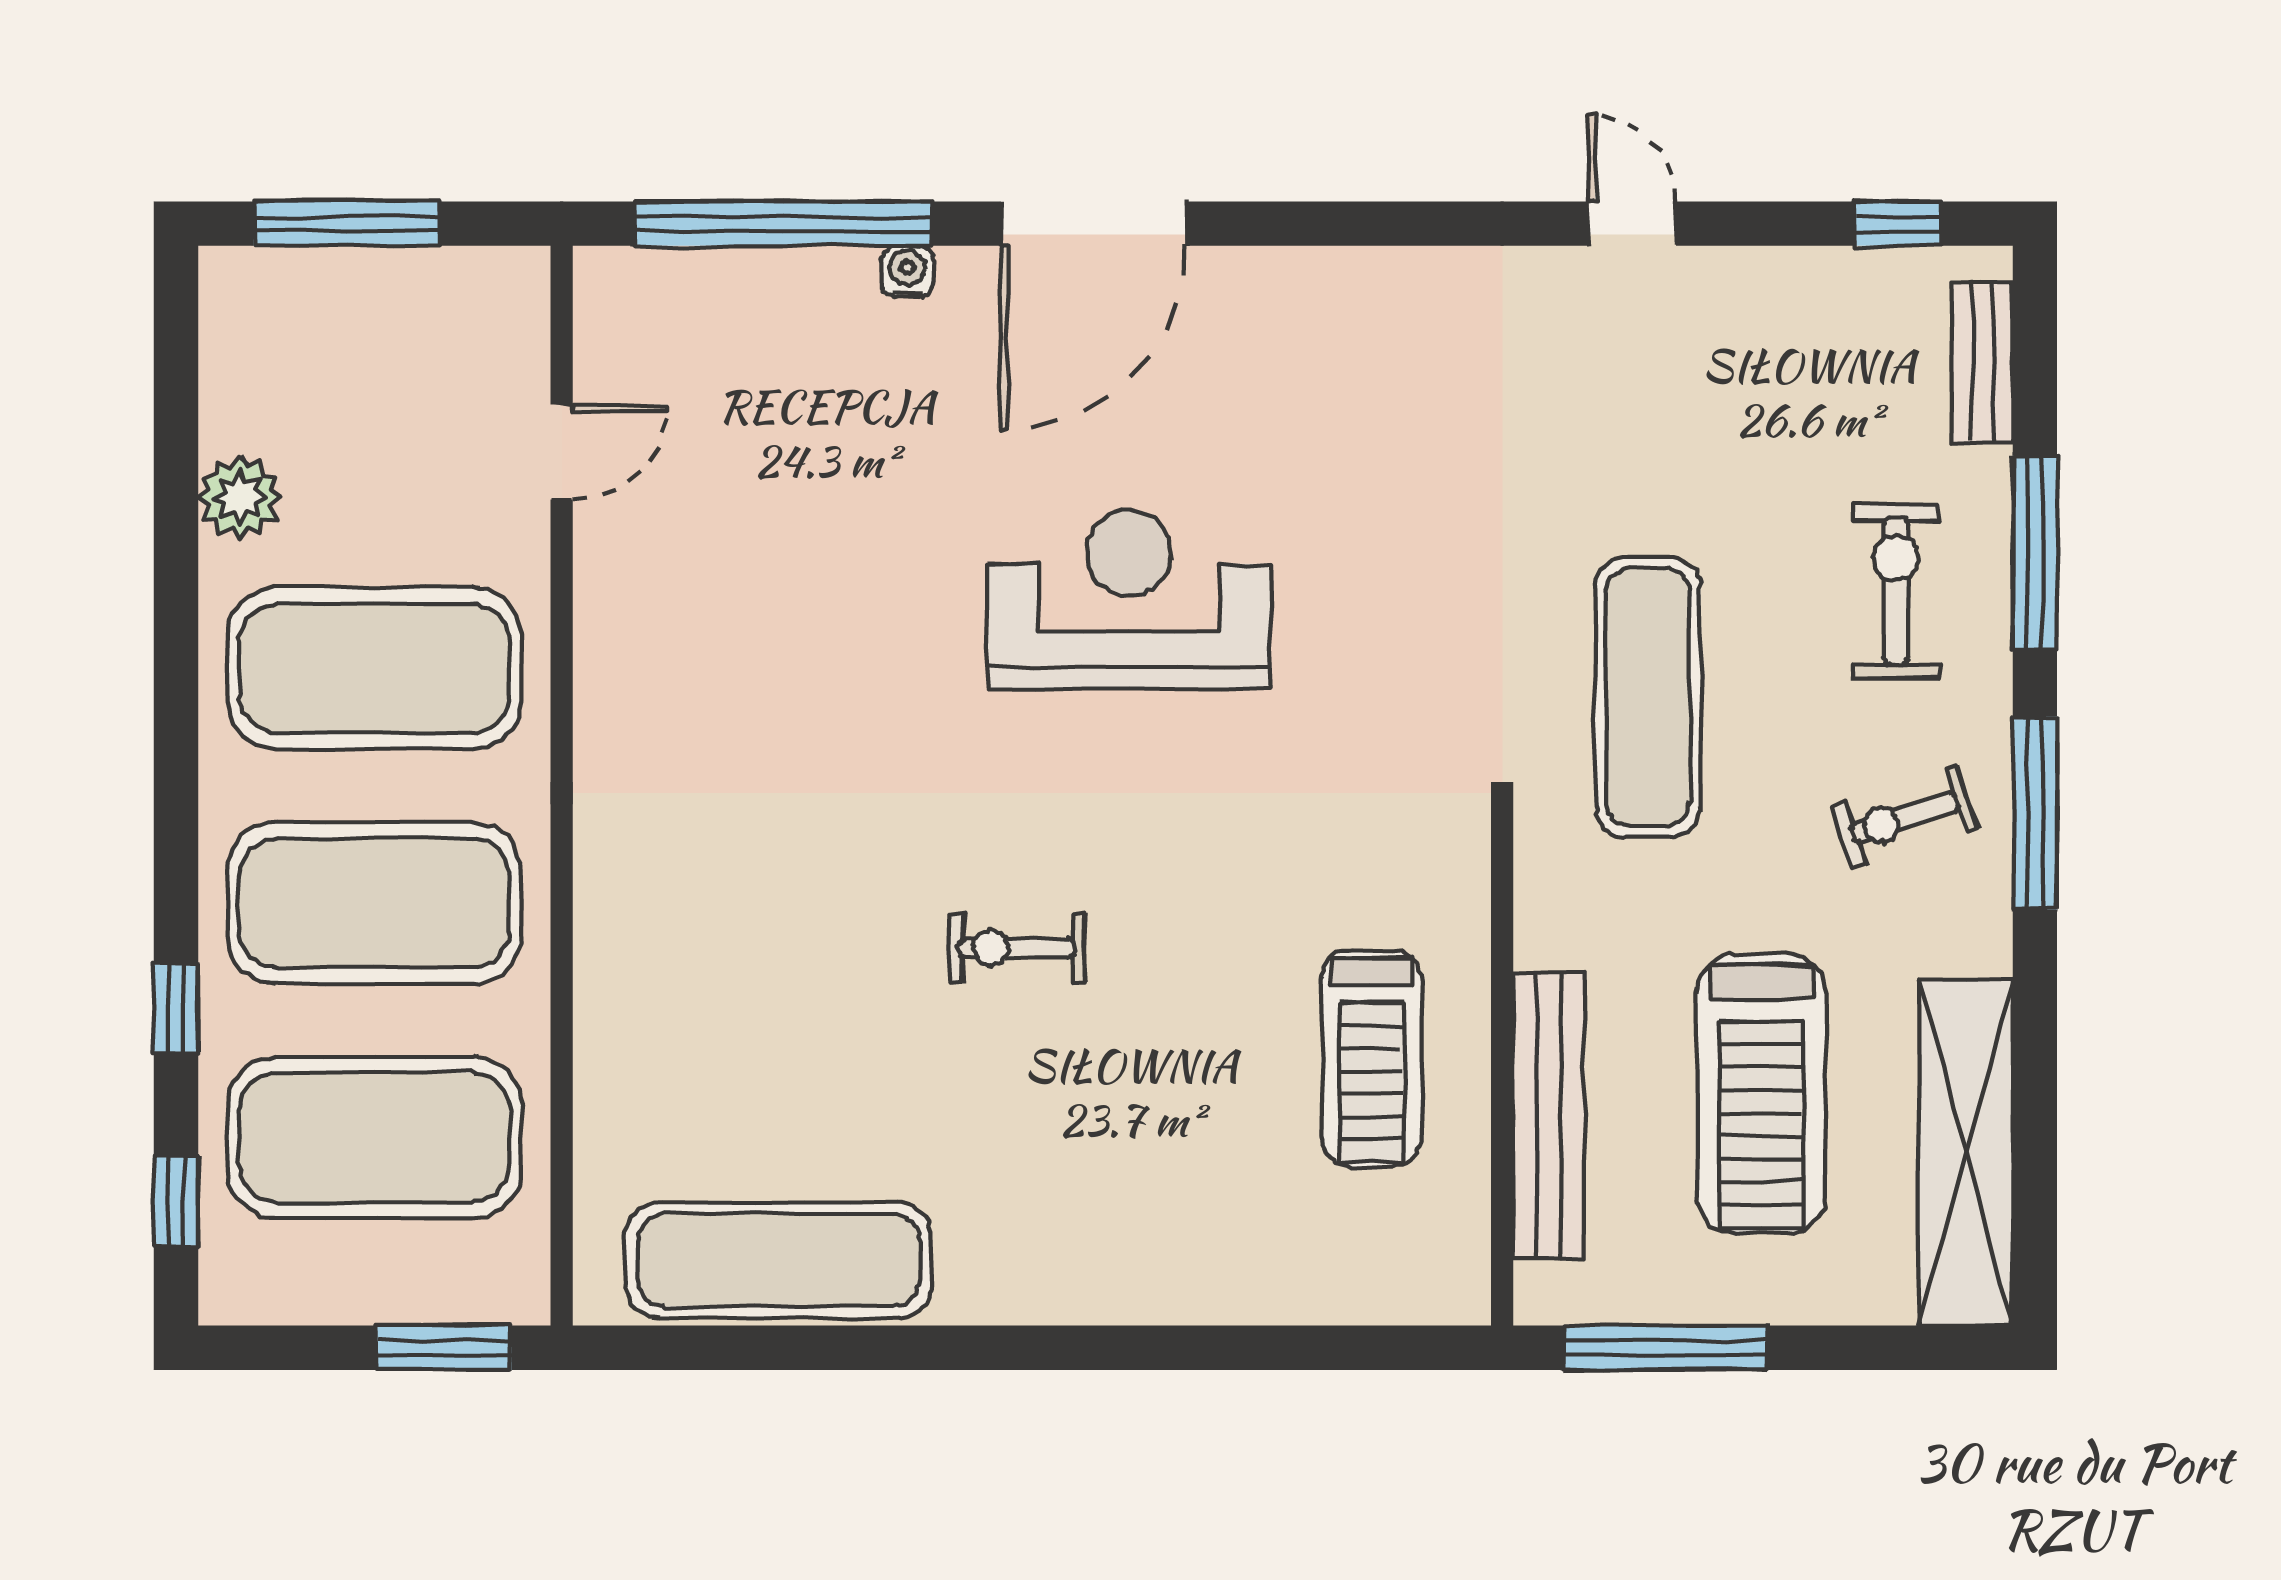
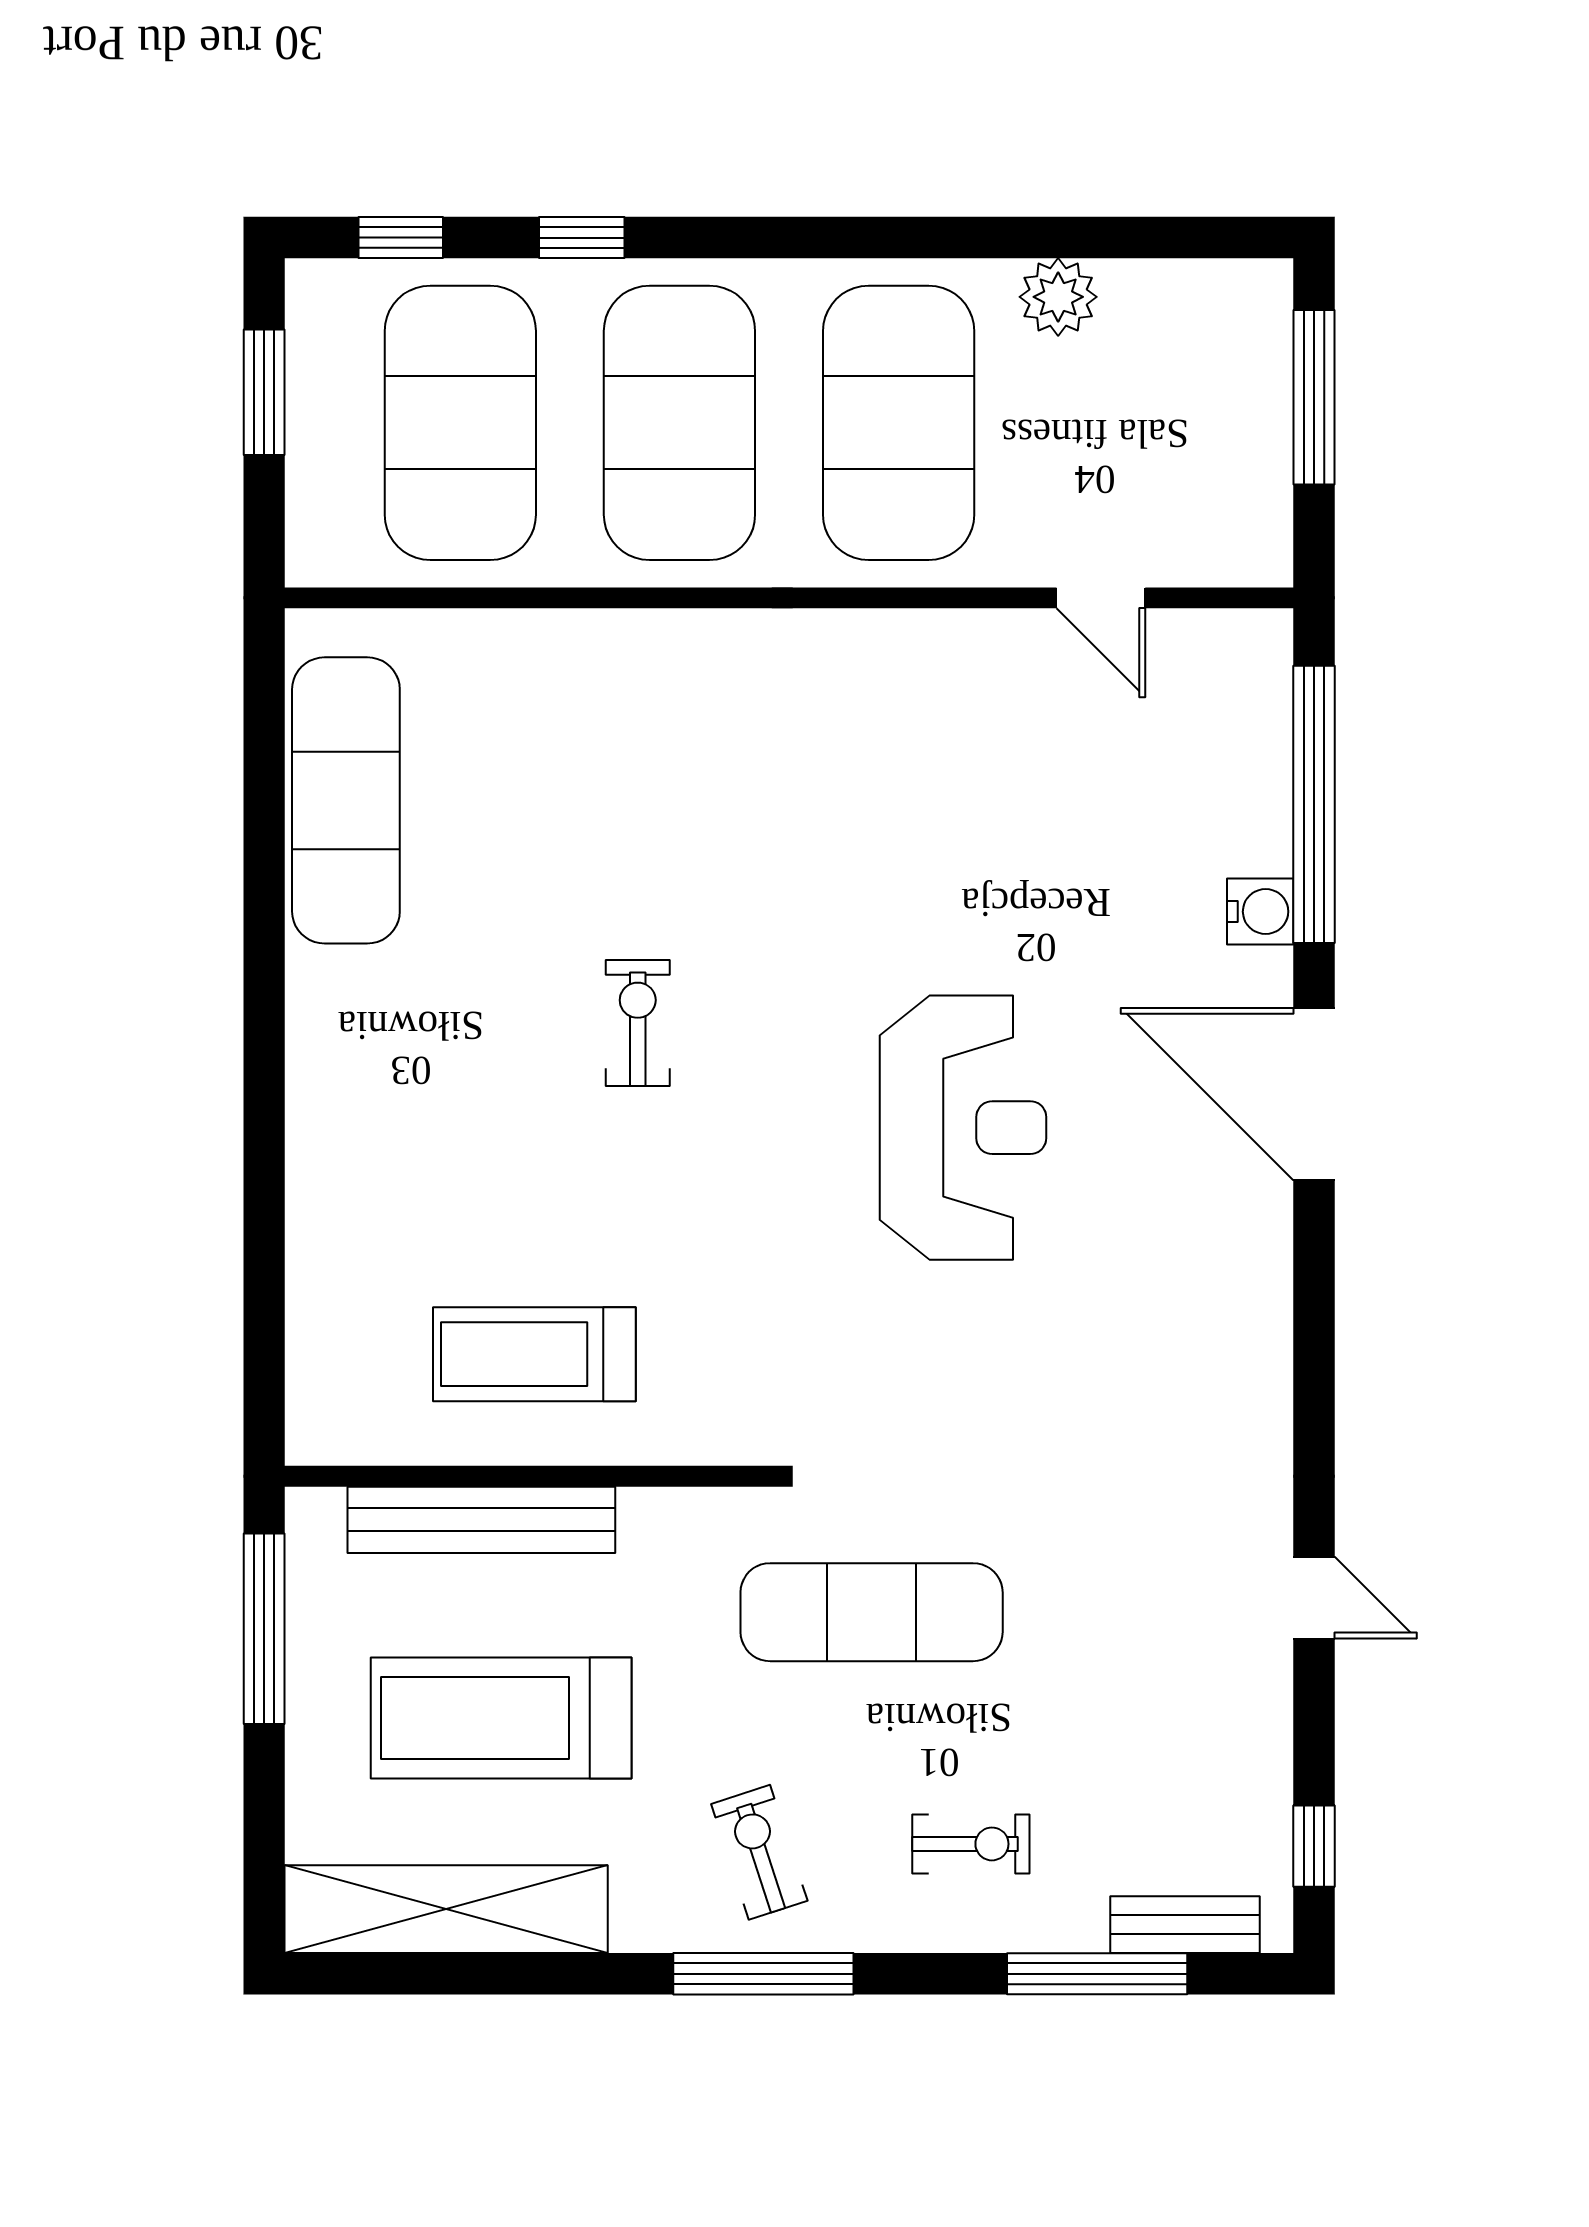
door: (1632, 224) -> (1314, 1598), hinge flipped
water cooler: (907, 271) -> (1260, 912), width x1.38, depth x1.38
window: (2035, 552) -> (1097, 1974), moved
exercise bike: (1896, 591) -> (971, 1844), width x0.73, depth x0.72
window: (444, 1348) -> (264, 392), moved

